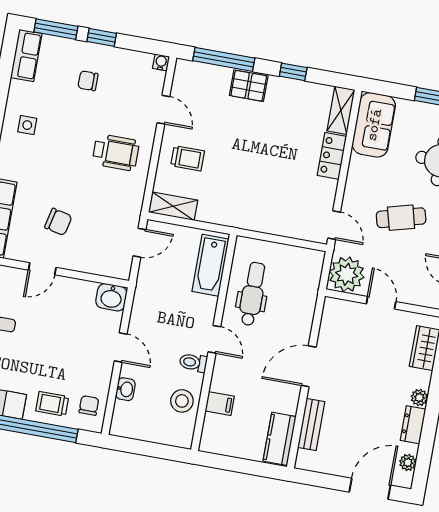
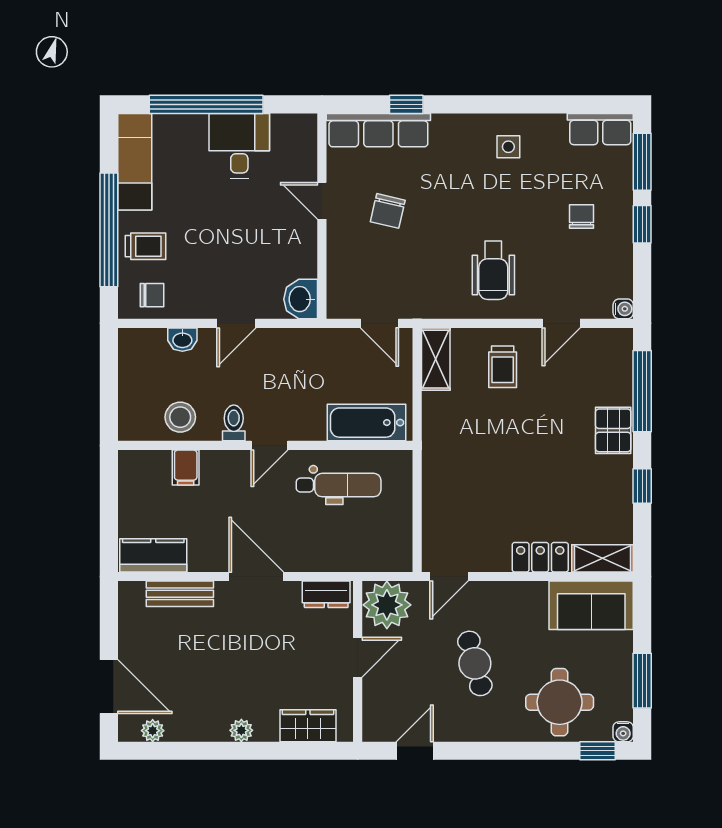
trolley: (52, 404) -> (146, 246), turned 90
dresser: (413, 425) -> (326, 594), moved, turned 180

